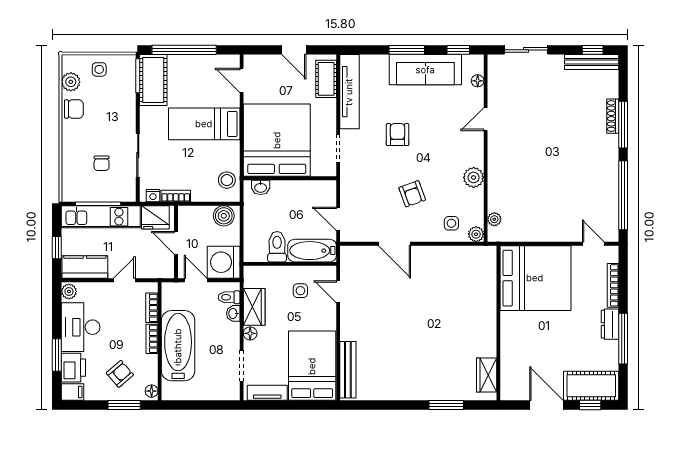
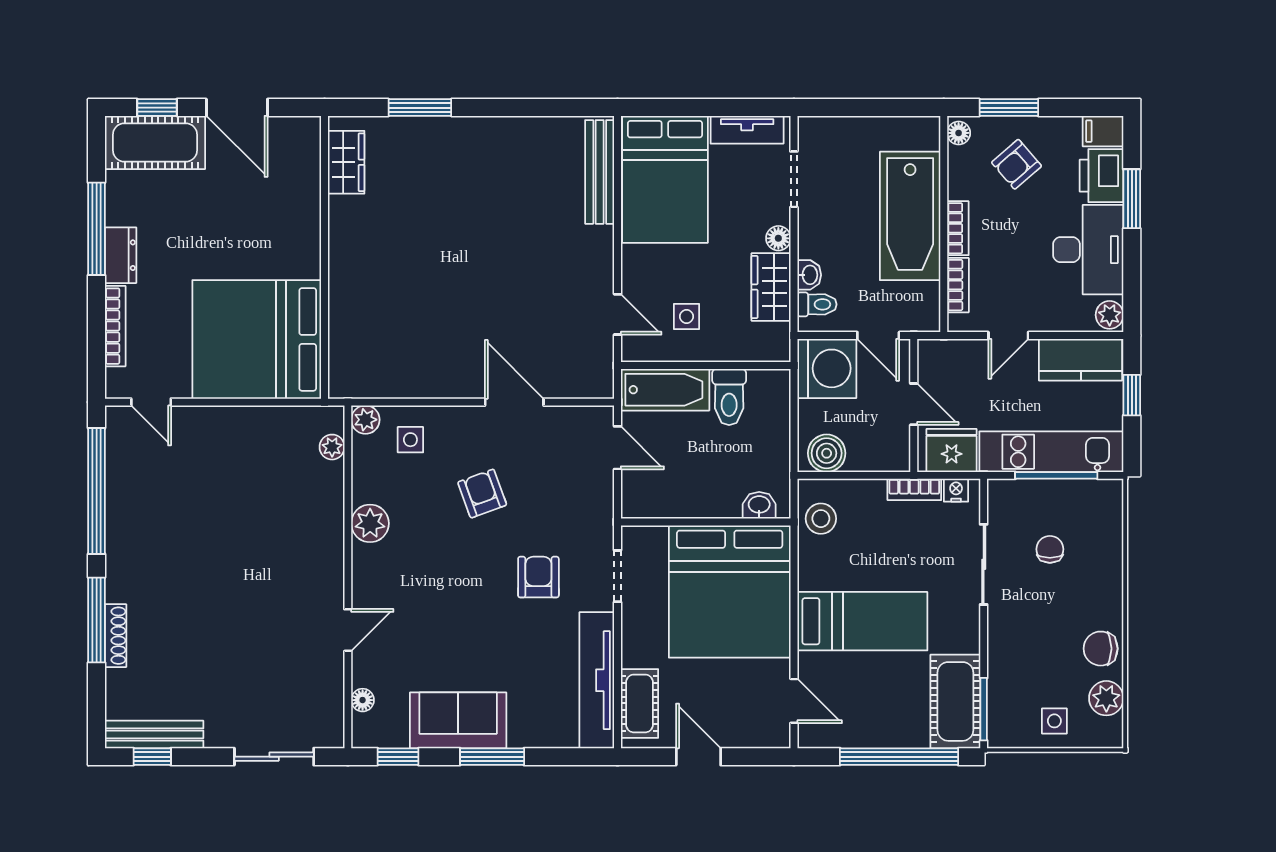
sofa: (425, 70) -> (458, 720), width x0.73
armchair: (398, 135) -> (538, 577), moved, turned 180

